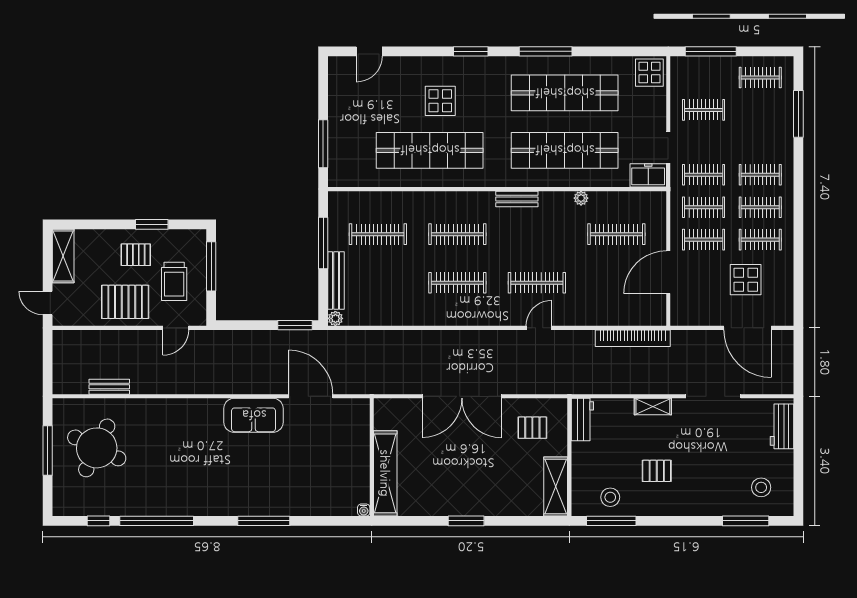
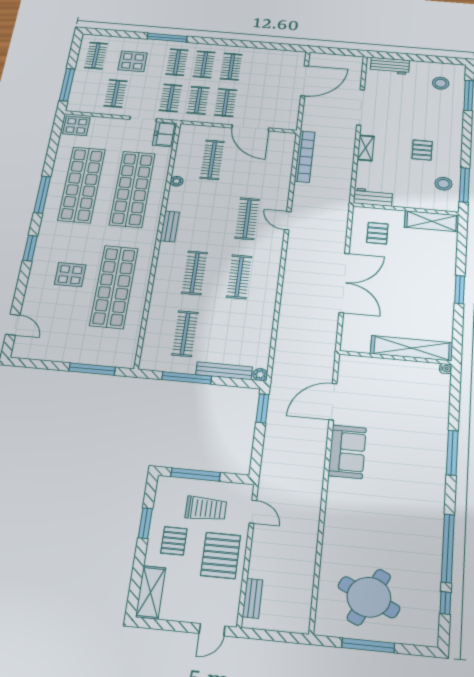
window: (798, 114) -> (167, 38), moved
shelving: (63, 256) -> (151, 592), moved, turned 90
display table: (746, 280) -> (133, 61), moved
bench: (109, 387) -> (253, 598), moved

